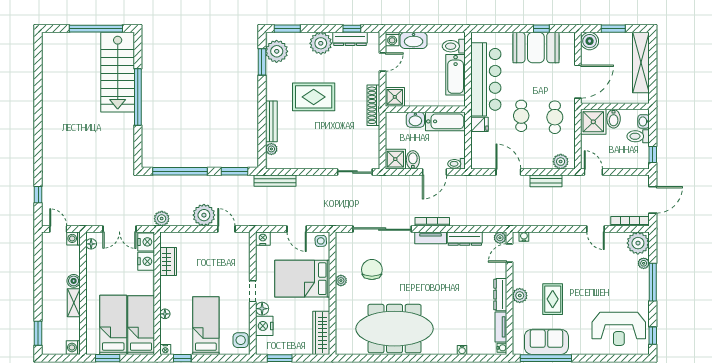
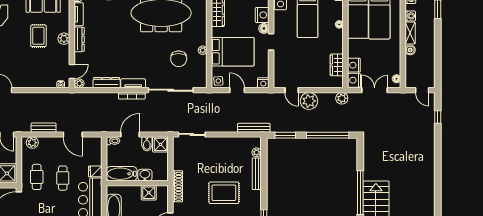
shower: (395, 97) -> (149, 193), moved
washing machine: (74, 238) -> (410, 16), moved

